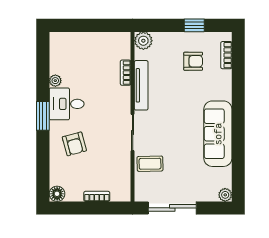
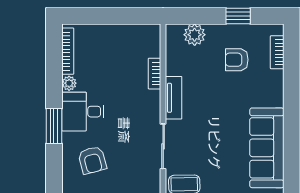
plant: (143, 41) -> (195, 35), moved
bookcase: (54, 54) -> (68, 51), added
armchair: (193, 61) -> (237, 60), turned 180
tv unit: (141, 85) -> (174, 98), width x0.71

